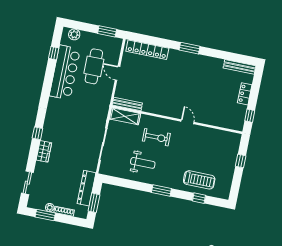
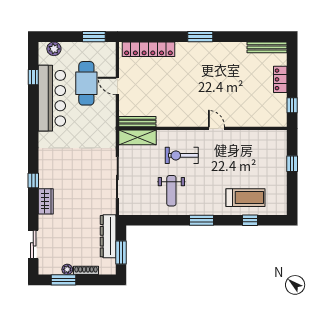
exercise bike: (156, 137) -> (182, 155), turned 180
weight bench: (143, 163) -> (171, 191), turned 90

